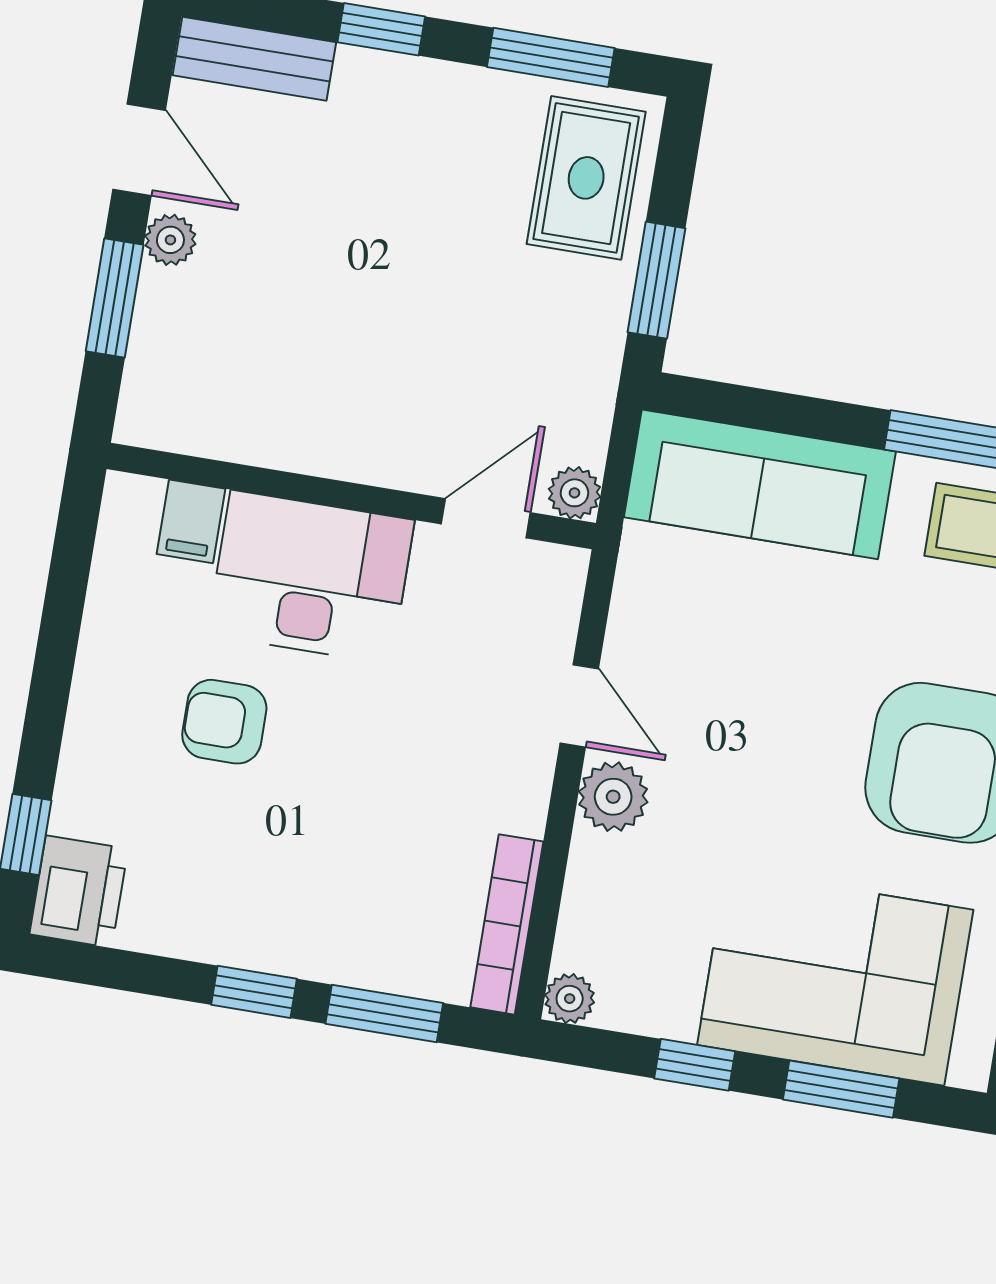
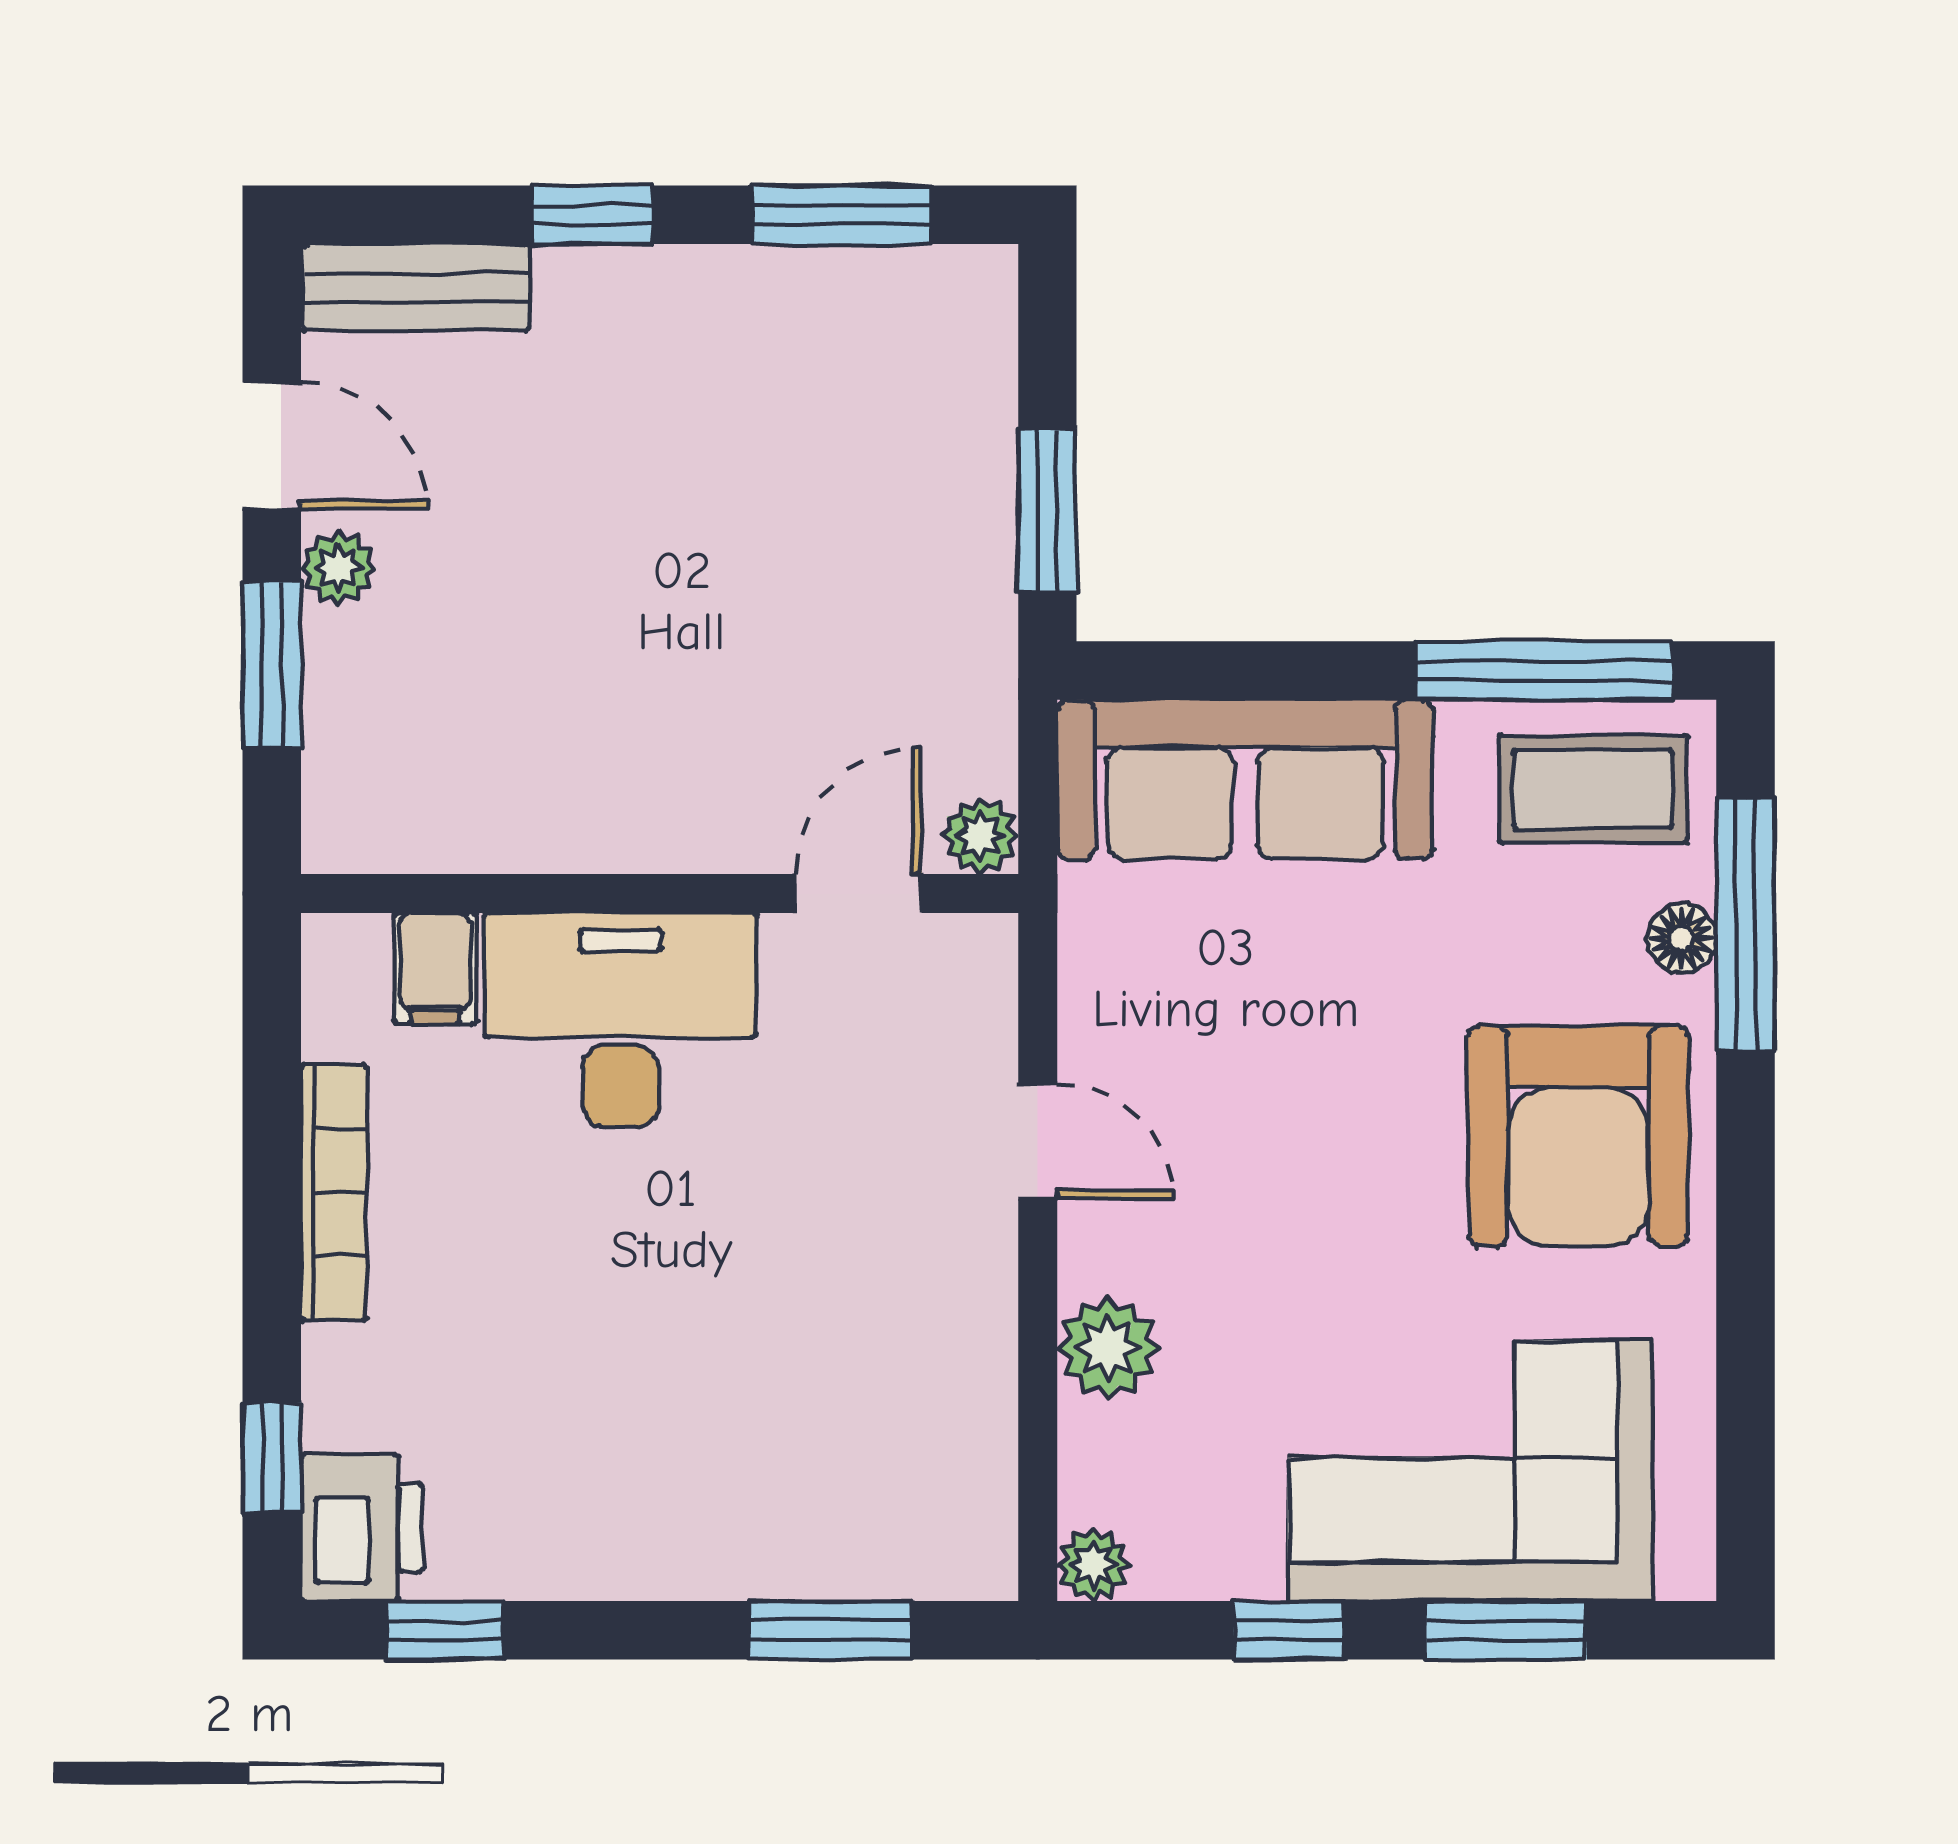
rug: (586, 178) -> (922, 380), removed
armchair: (224, 722) -> (531, 1249), removed
plant: (613, 797) -> (1108, 1348), moved
bookcase: (507, 924) -> (334, 1192), moved, turned 180
window: (254, 992) -> (445, 1630), moved

